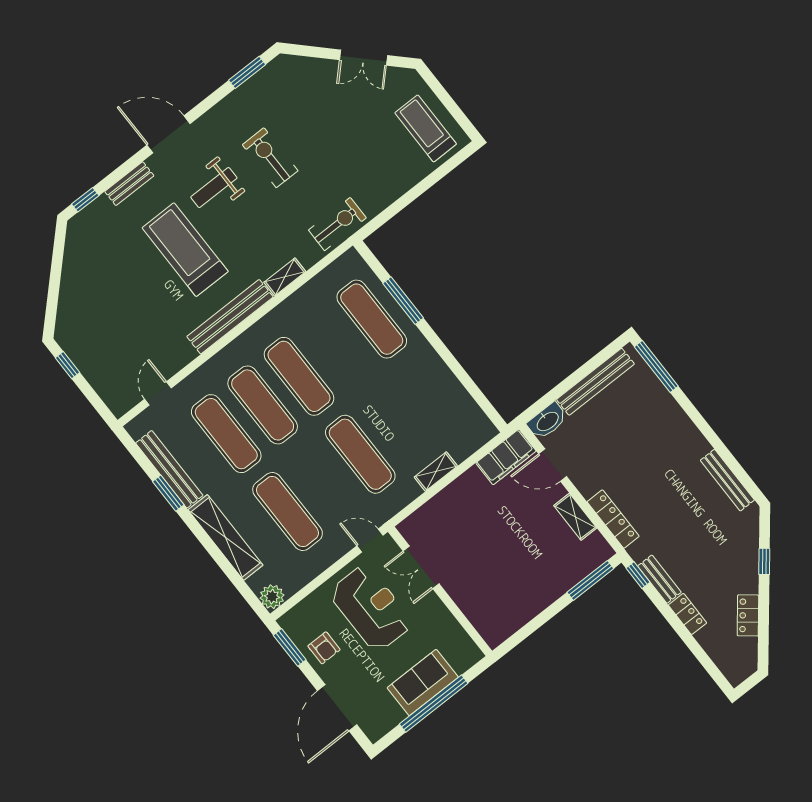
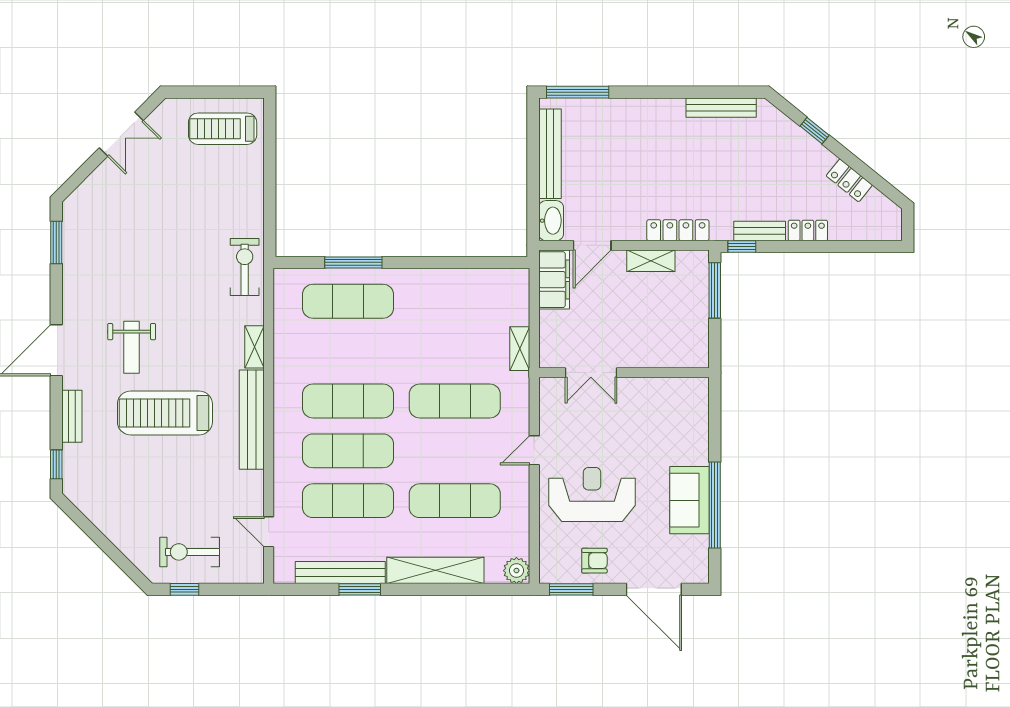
exercise bike: (270, 158) -> (190, 552), moved
double door: (421, 567) -> (591, 373), moved
wall: (440, 591) -> (624, 373), moved

